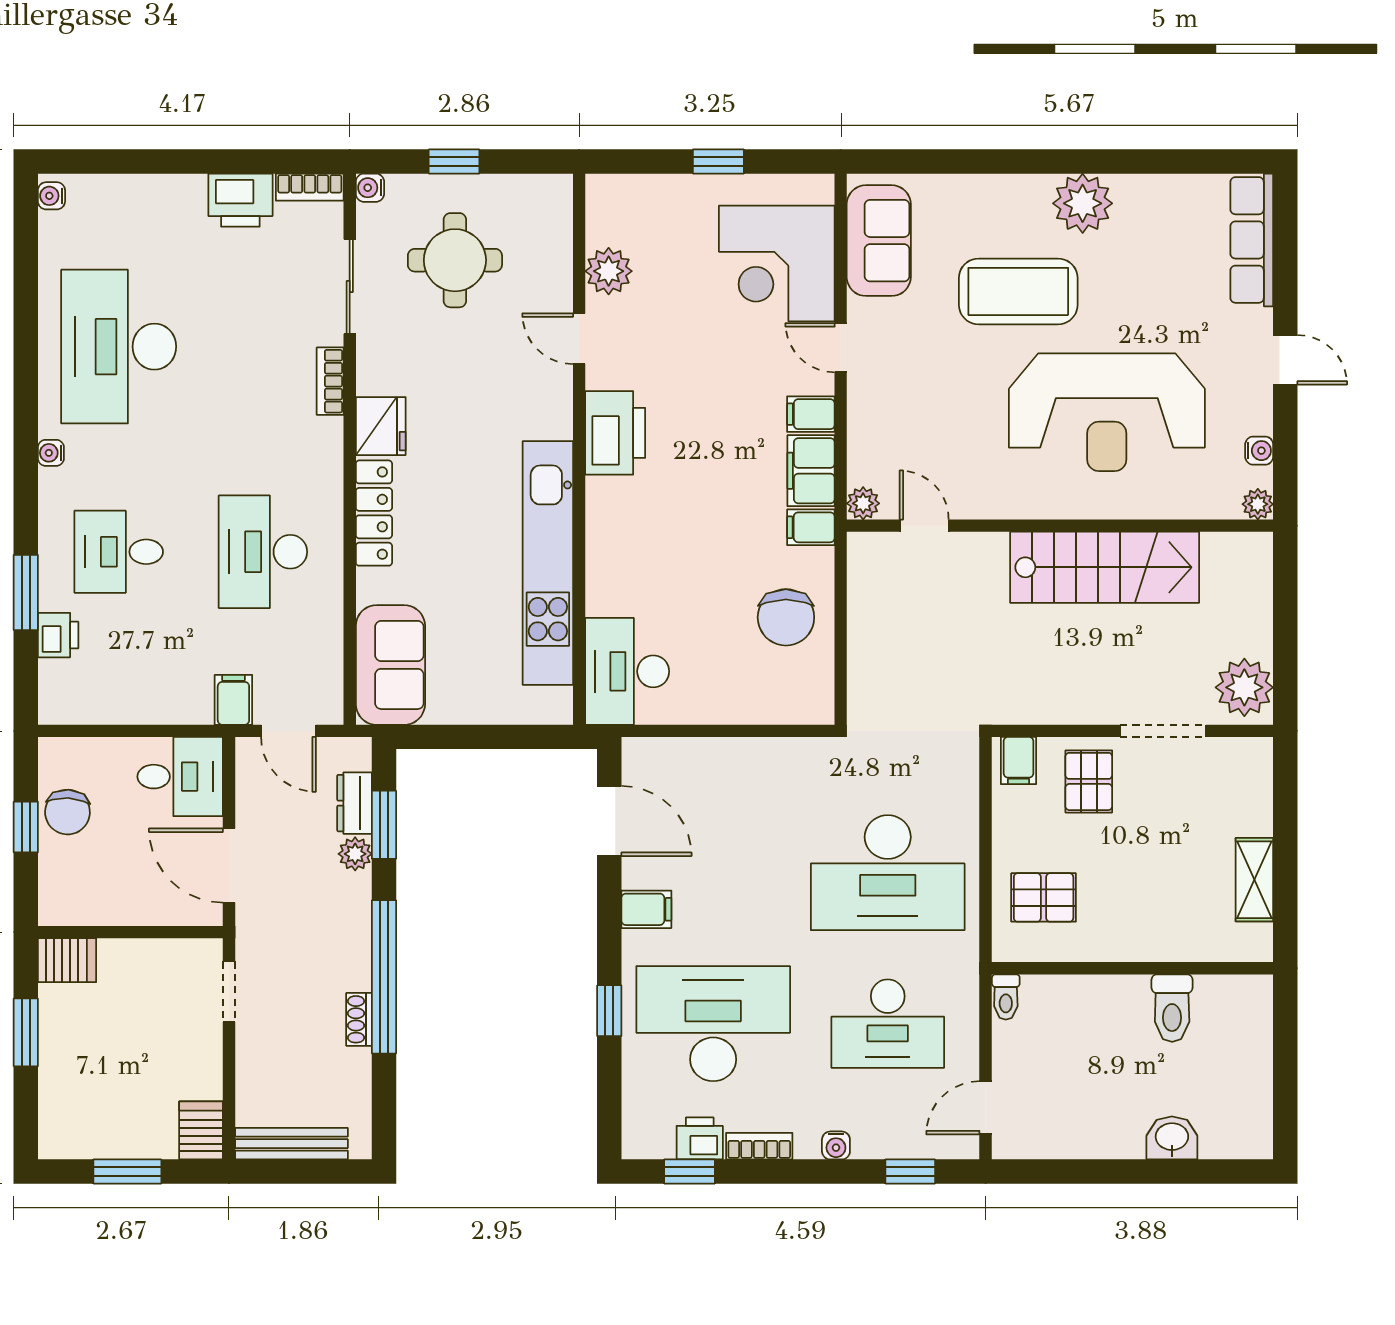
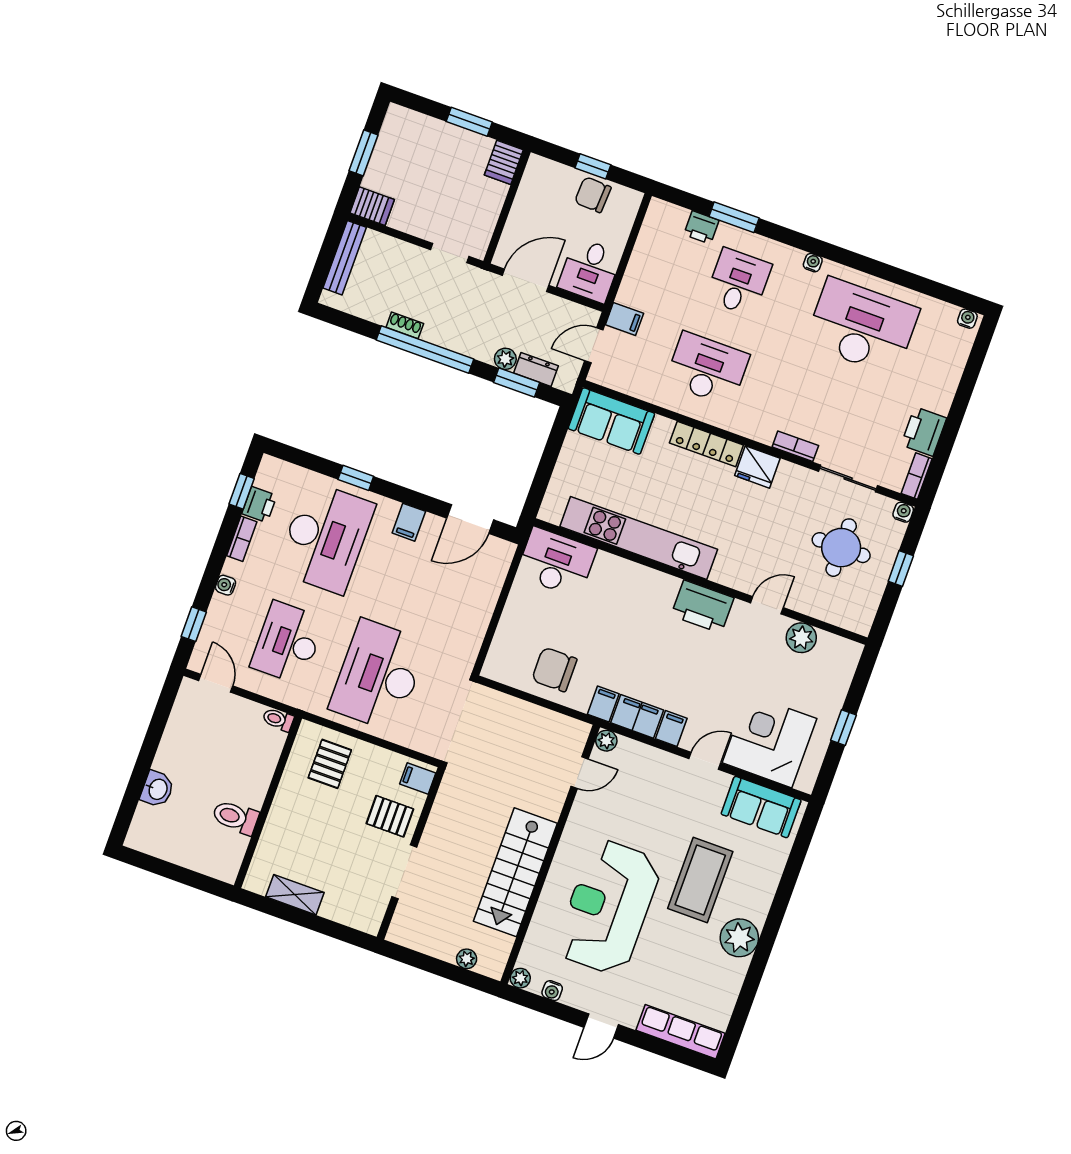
plant: (1244, 687) -> (467, 959), moved, width x0.53, depth x0.53

